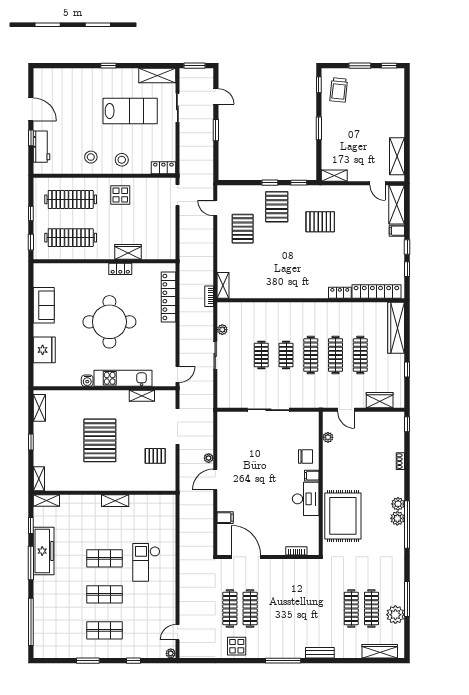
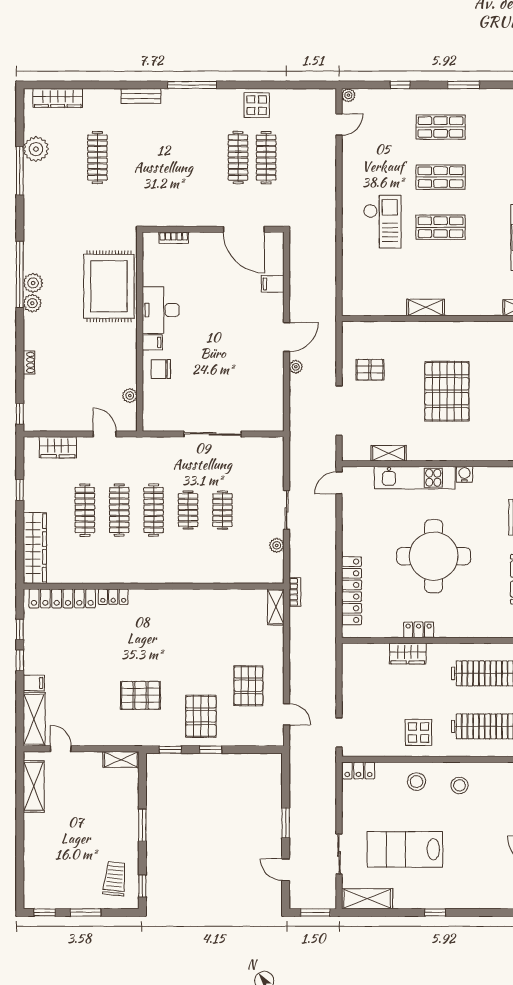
clothes rail: (371, 608) -> (69, 158), removed

